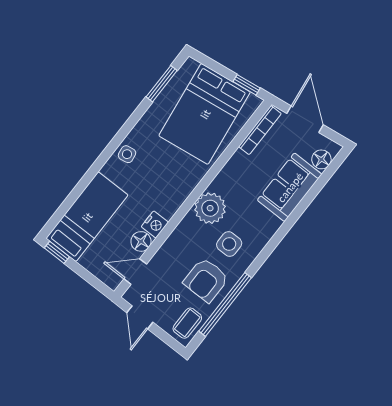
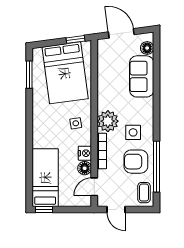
bookcase: (260, 130) -> (102, 151), moved
side table: (127, 154) -> (76, 123), moved
armchair: (206, 280) -> (136, 162), turned 90

